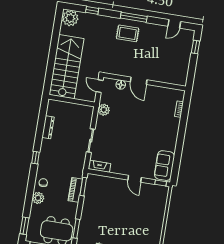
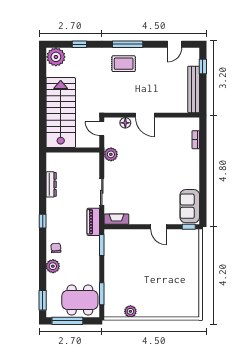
bench: (184, 65) -> (194, 89), added
piano: (75, 190) -> (93, 222), moved

